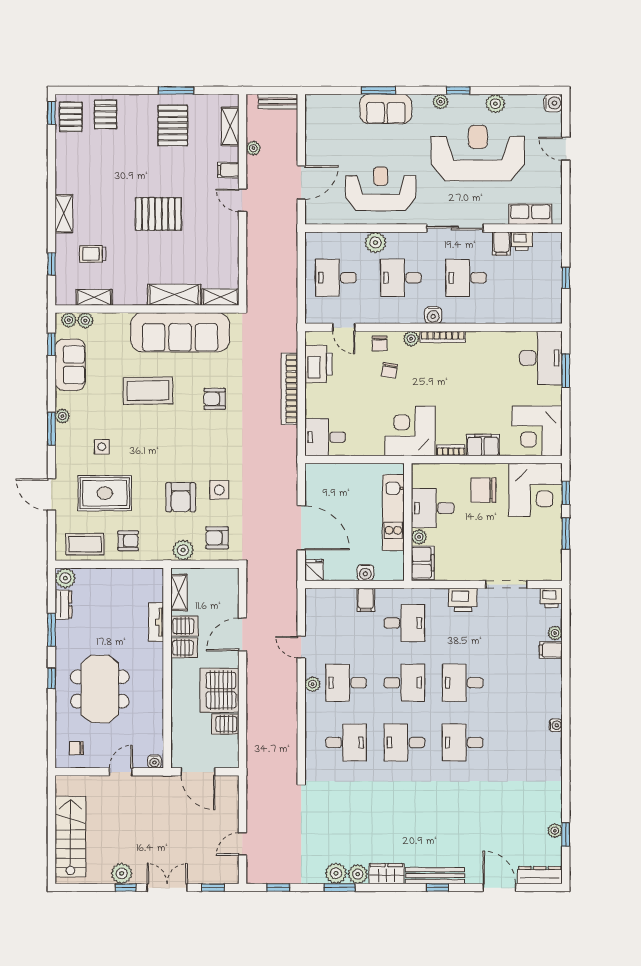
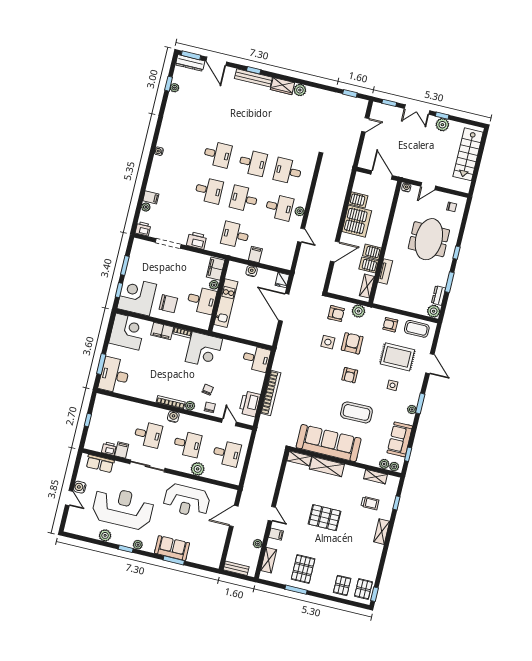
water cooler: (553, 103) -> (80, 487), moved
reception desk: (478, 153) -> (123, 508), turned 180
armchair: (215, 399) -> (350, 375), moved, turned 90
plant: (336, 873) -> (313, 94), removed
window: (339, 888) -> (191, 55), moved

